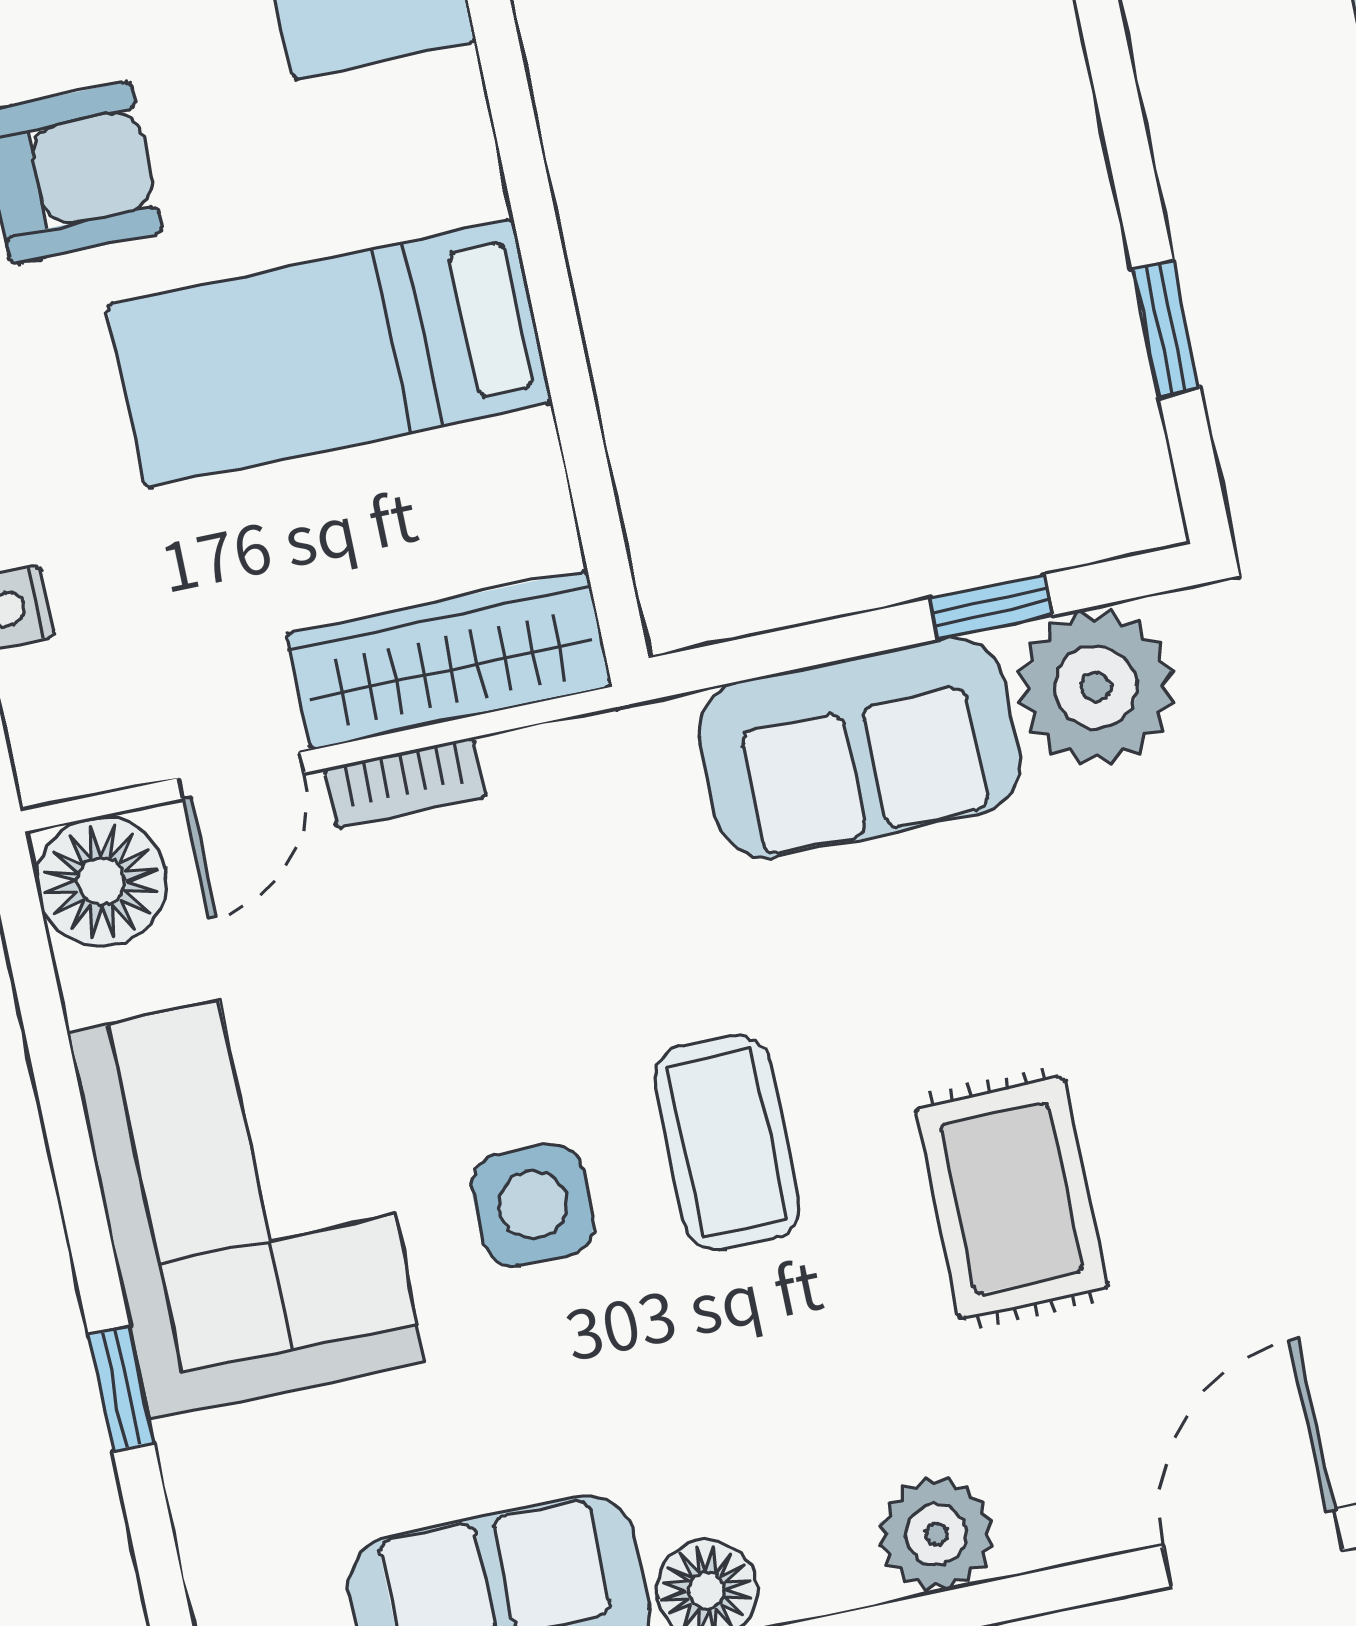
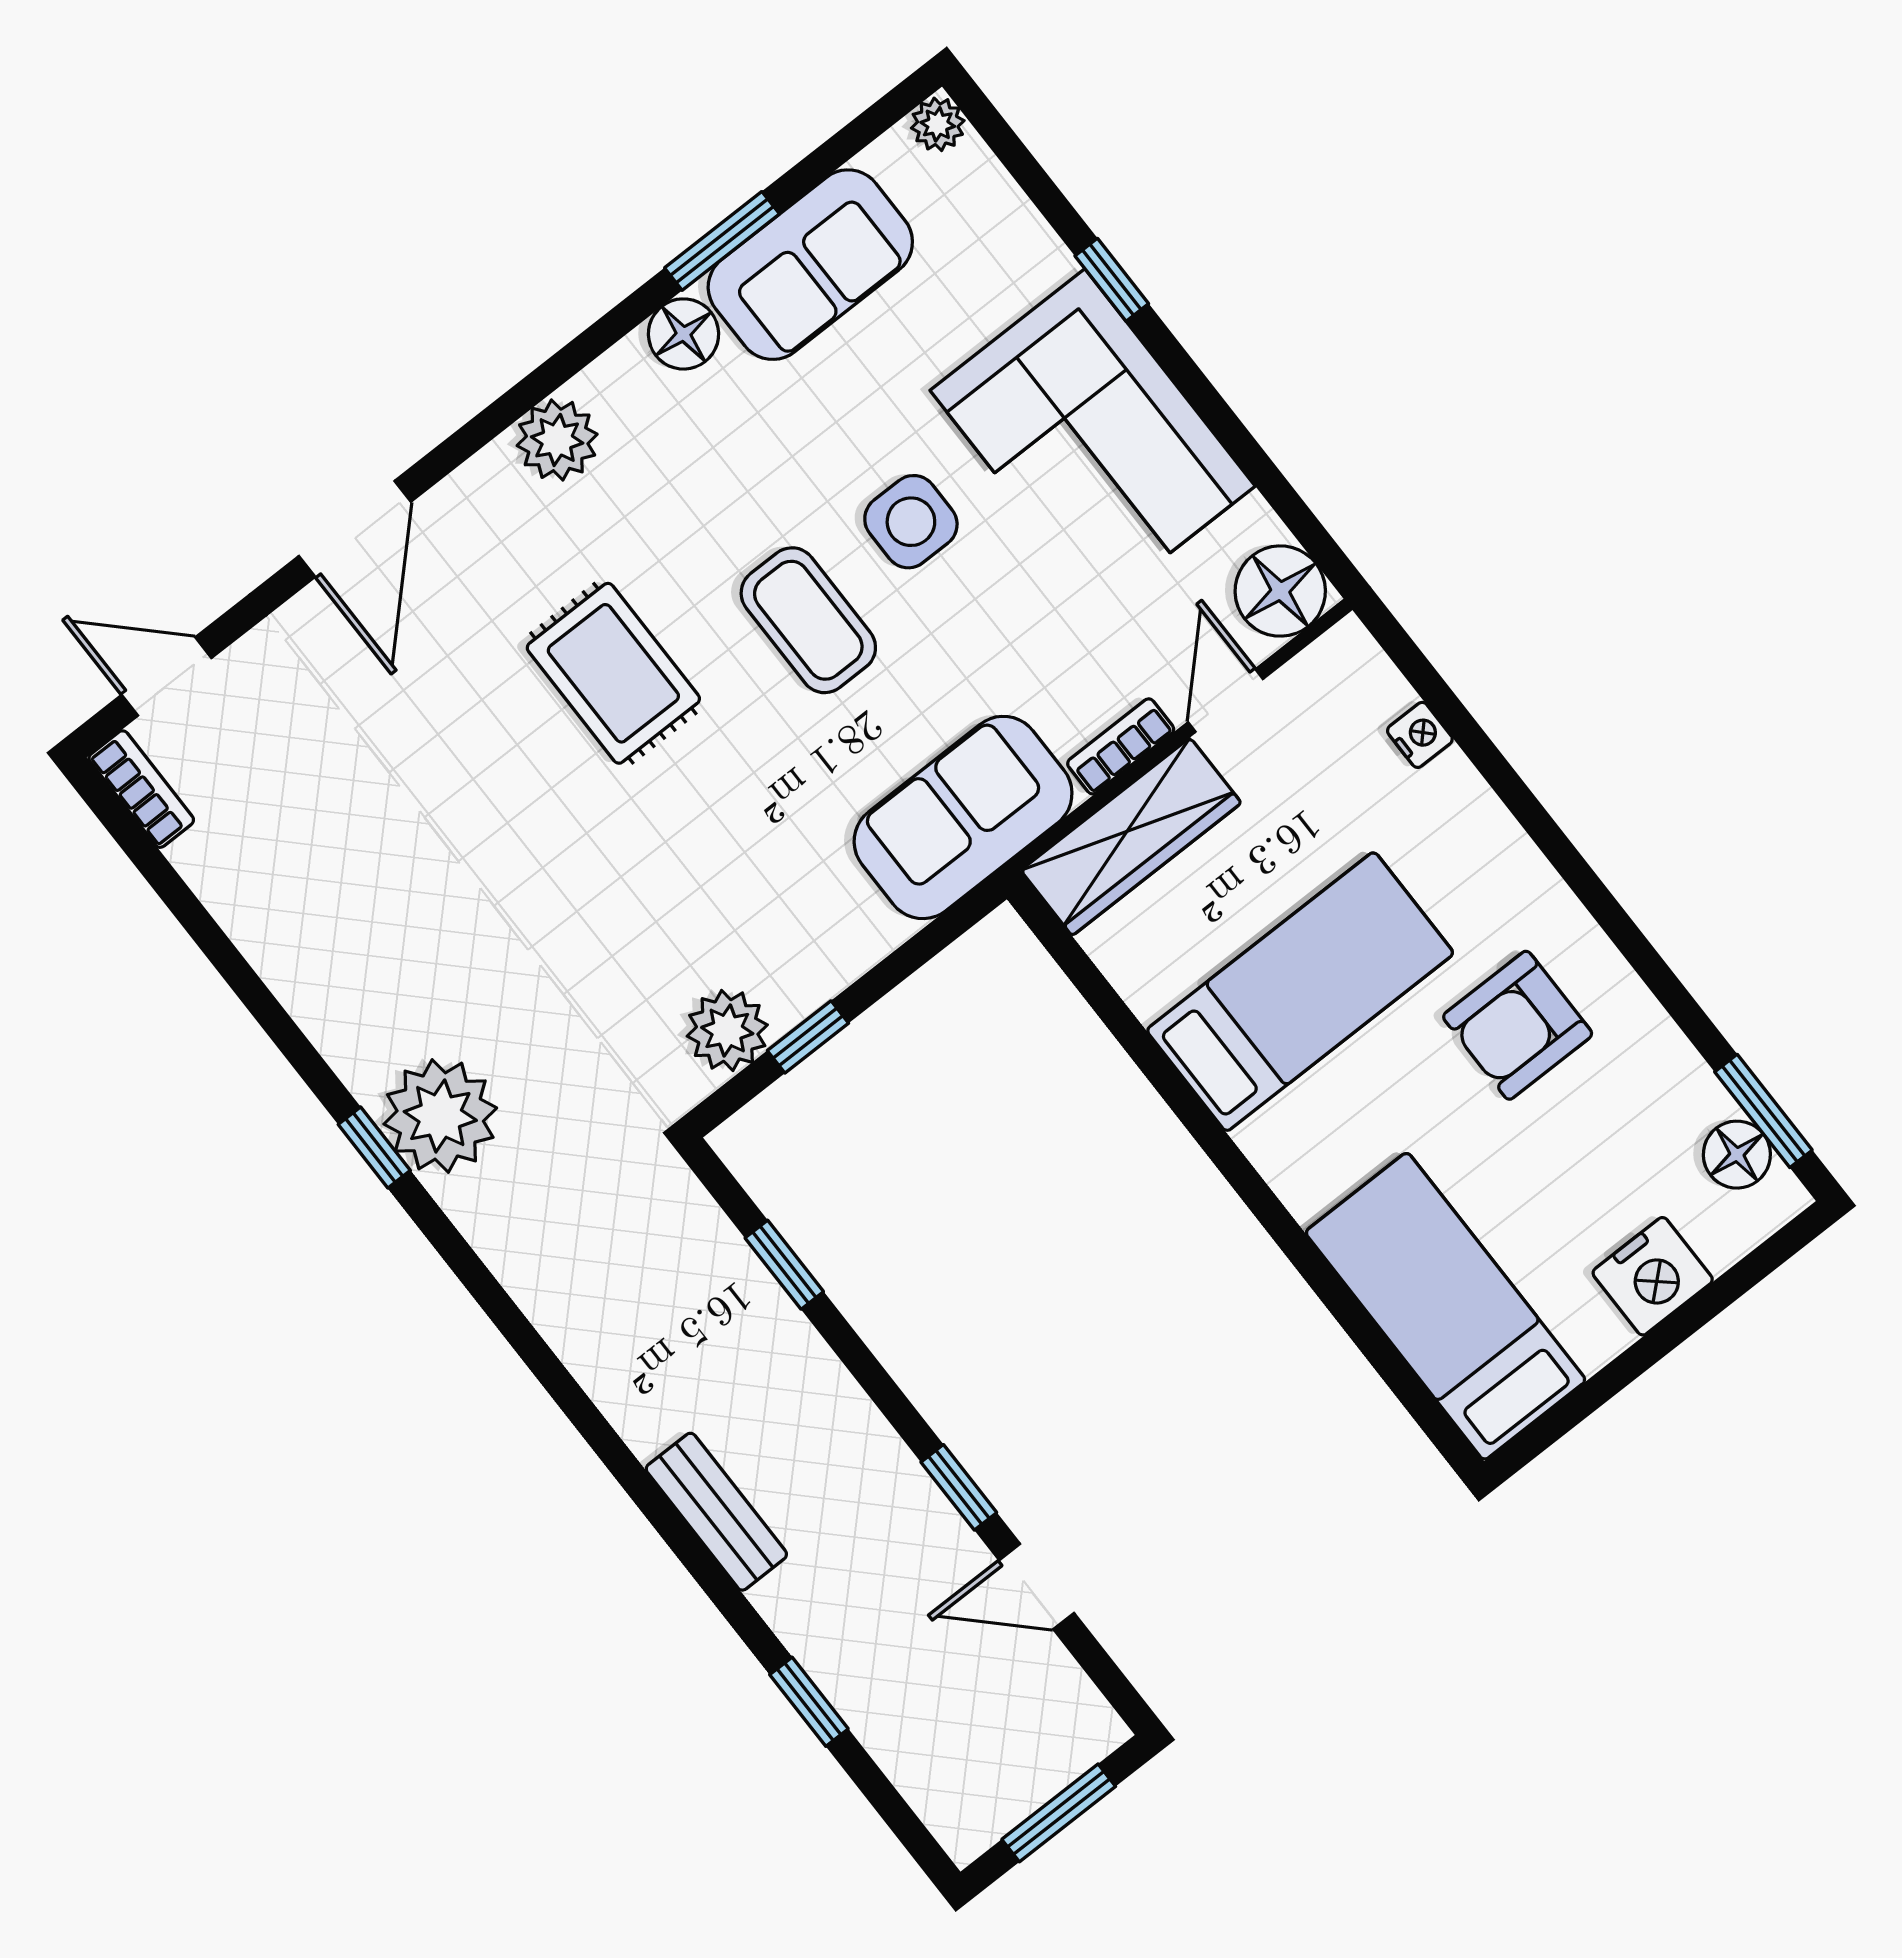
plant: (1096, 687) -> (727, 1031), width x0.73, depth x0.73
sofa: (860, 748) -> (963, 817), moved

